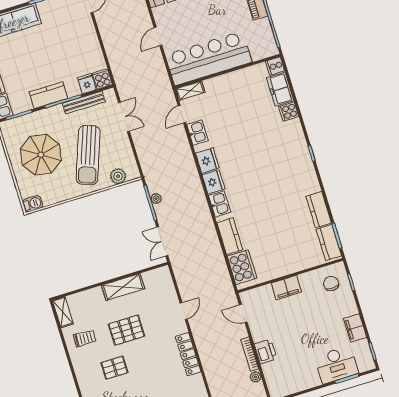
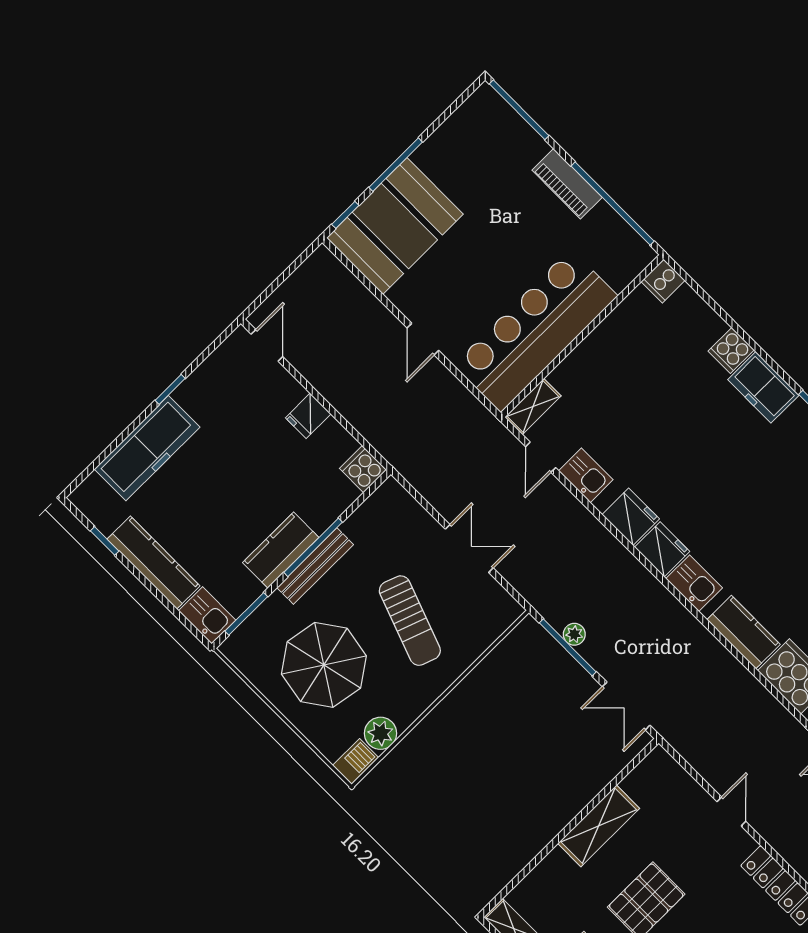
fridge: (87, 84) -> (308, 416), moved, turned -90
freezer: (280, 89) -> (763, 387), moved
bench: (84, 103) -> (315, 566), moved
double door: (124, 117) -> (469, 548), moved
sun lounger: (88, 155) -> (410, 621), width x0.73, depth x0.75
plant: (118, 176) -> (381, 733), moved

